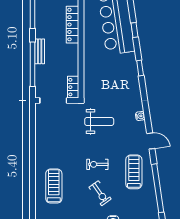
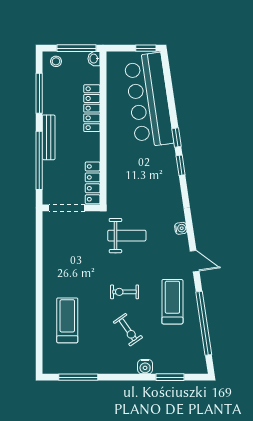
window: (134, 30) -> (176, 138), moved
bench: (40, 51) -> (49, 137), width x1.36
locker: (73, 87) -> (93, 183), width x1.53

